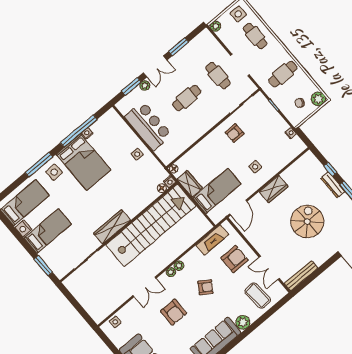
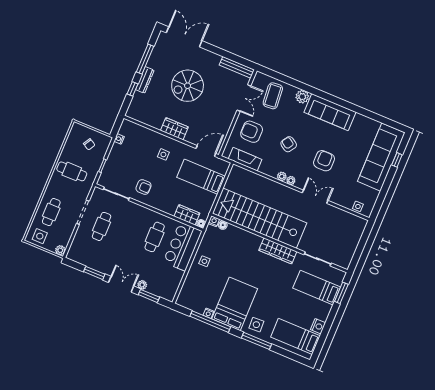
cafe table: (187, 98) -> (155, 237), moved, turned 90
plant: (318, 99) -> (77, 130), removed
bar counter: (148, 126) -> (183, 247), moved
wardrobe: (190, 184) -> (187, 215), moved, turned 90
bed: (48, 231) -> (317, 288), moved

